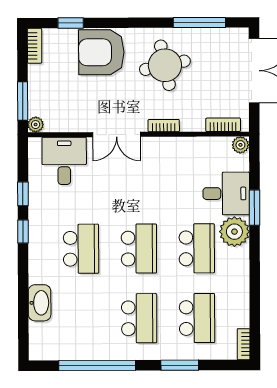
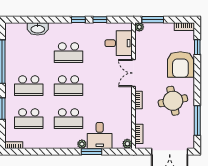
armchair: (101, 52) -> (180, 65), turned 180
plant: (234, 232) -> (82, 144), width x0.53, depth x0.53

